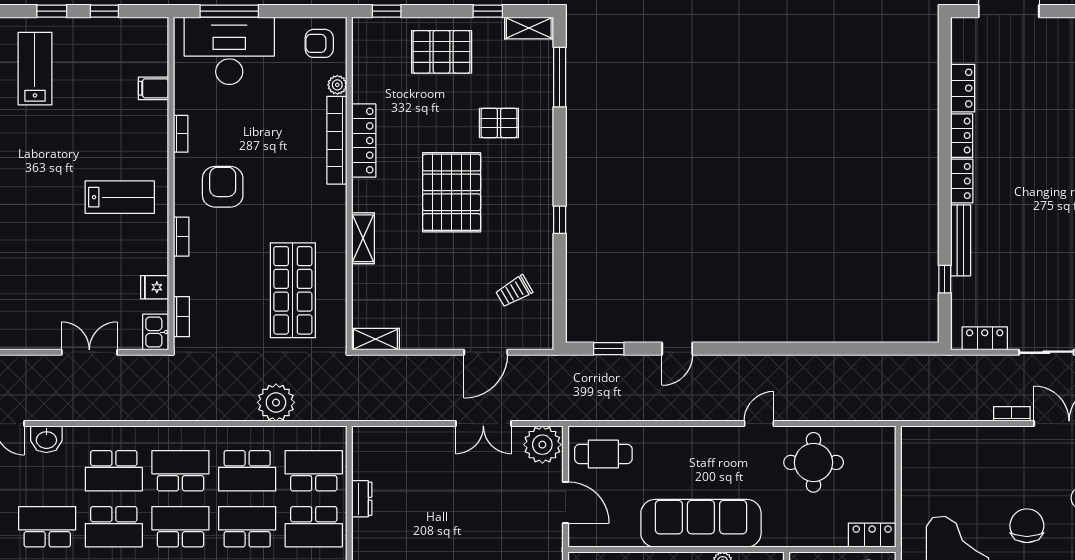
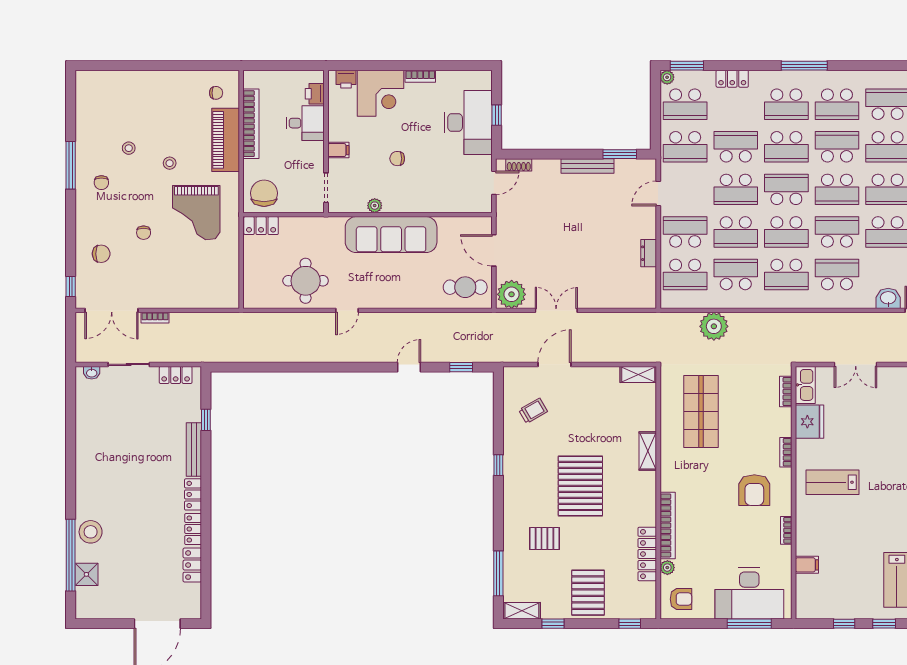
pallet: (442, 52) -> (588, 593), turned 90
locker: (364, 141) -> (647, 554), moved
fridge: (155, 287) -> (810, 422), width x1.88, depth x1.34
kitchen sink: (156, 332) -> (805, 385), width x1.38
chair: (1027, 526) -> (144, 233), width x0.54, depth x0.54

